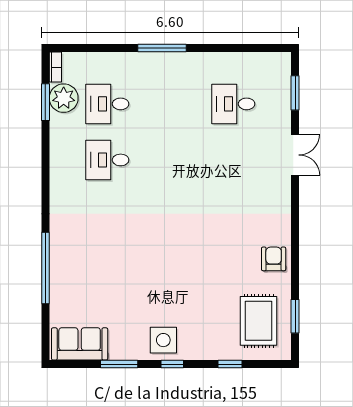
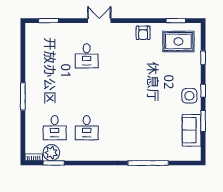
desk: (233, 104) -> (87, 56), moved
double door: (295, 155) -> (99, 21), moved
armchair: (274, 259) -> (143, 33), turned -90
sofa: (80, 344) -> (192, 130), moved

